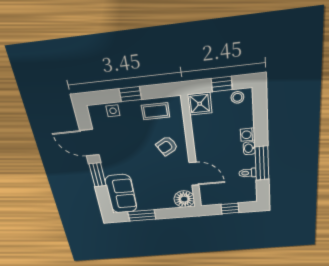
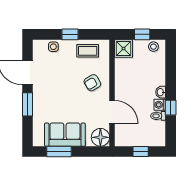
washing machine: (248, 135) -> (160, 105), moved
window: (262, 163) -> (171, 108), width x0.46
sofa: (121, 194) -> (65, 135), moved, turned -90

